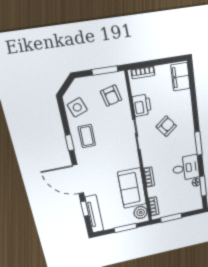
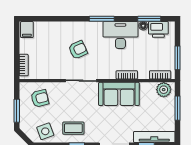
window: (105, 71) -> (17, 111), moved
filing cabinet: (180, 77) -> (27, 30), width x0.50
printer: (142, 105) -> (158, 29), moved, turned 180
armchair: (166, 126) -> (78, 50), turned 102
desk: (186, 168) -> (120, 35), width x1.37
sofa: (132, 188) -> (119, 94), moved

